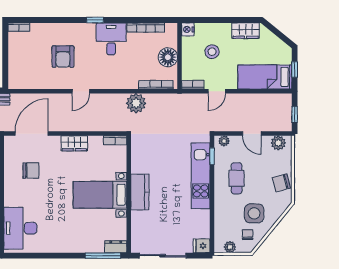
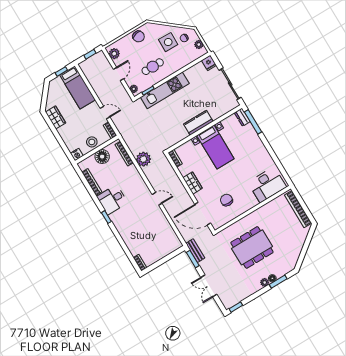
stool: (212, 52) -> (92, 142), moved
armchair: (63, 57) -> (142, 223), removed

